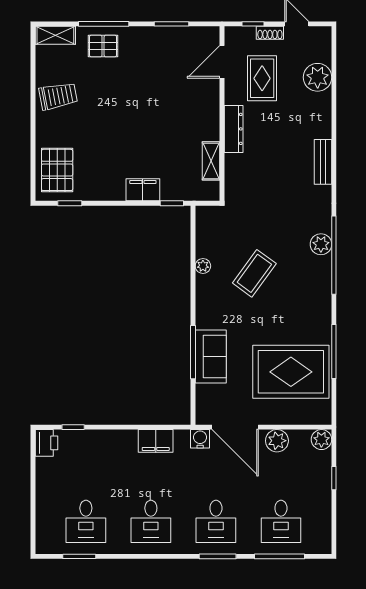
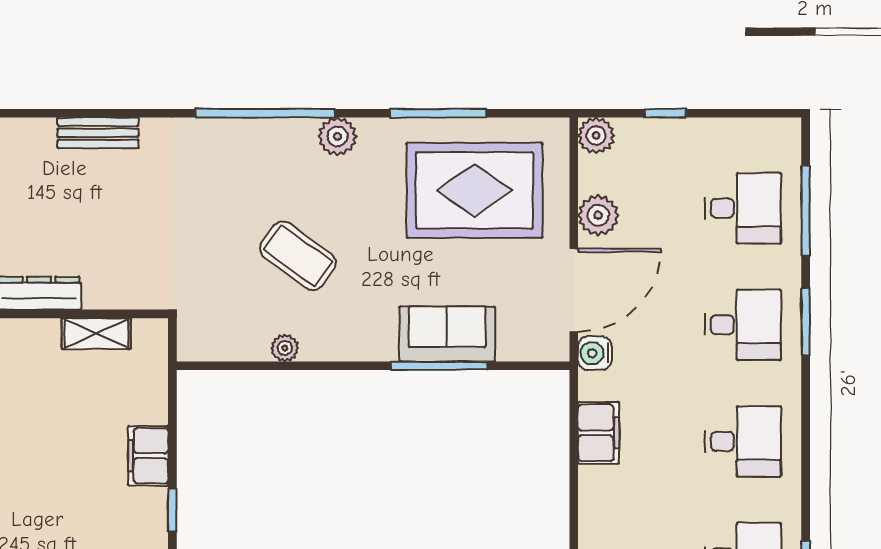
window: (172, 203) -> (172, 510), moved
plant: (321, 244) -> (337, 136), moved
rug: (291, 372) -> (475, 190), turned 90

